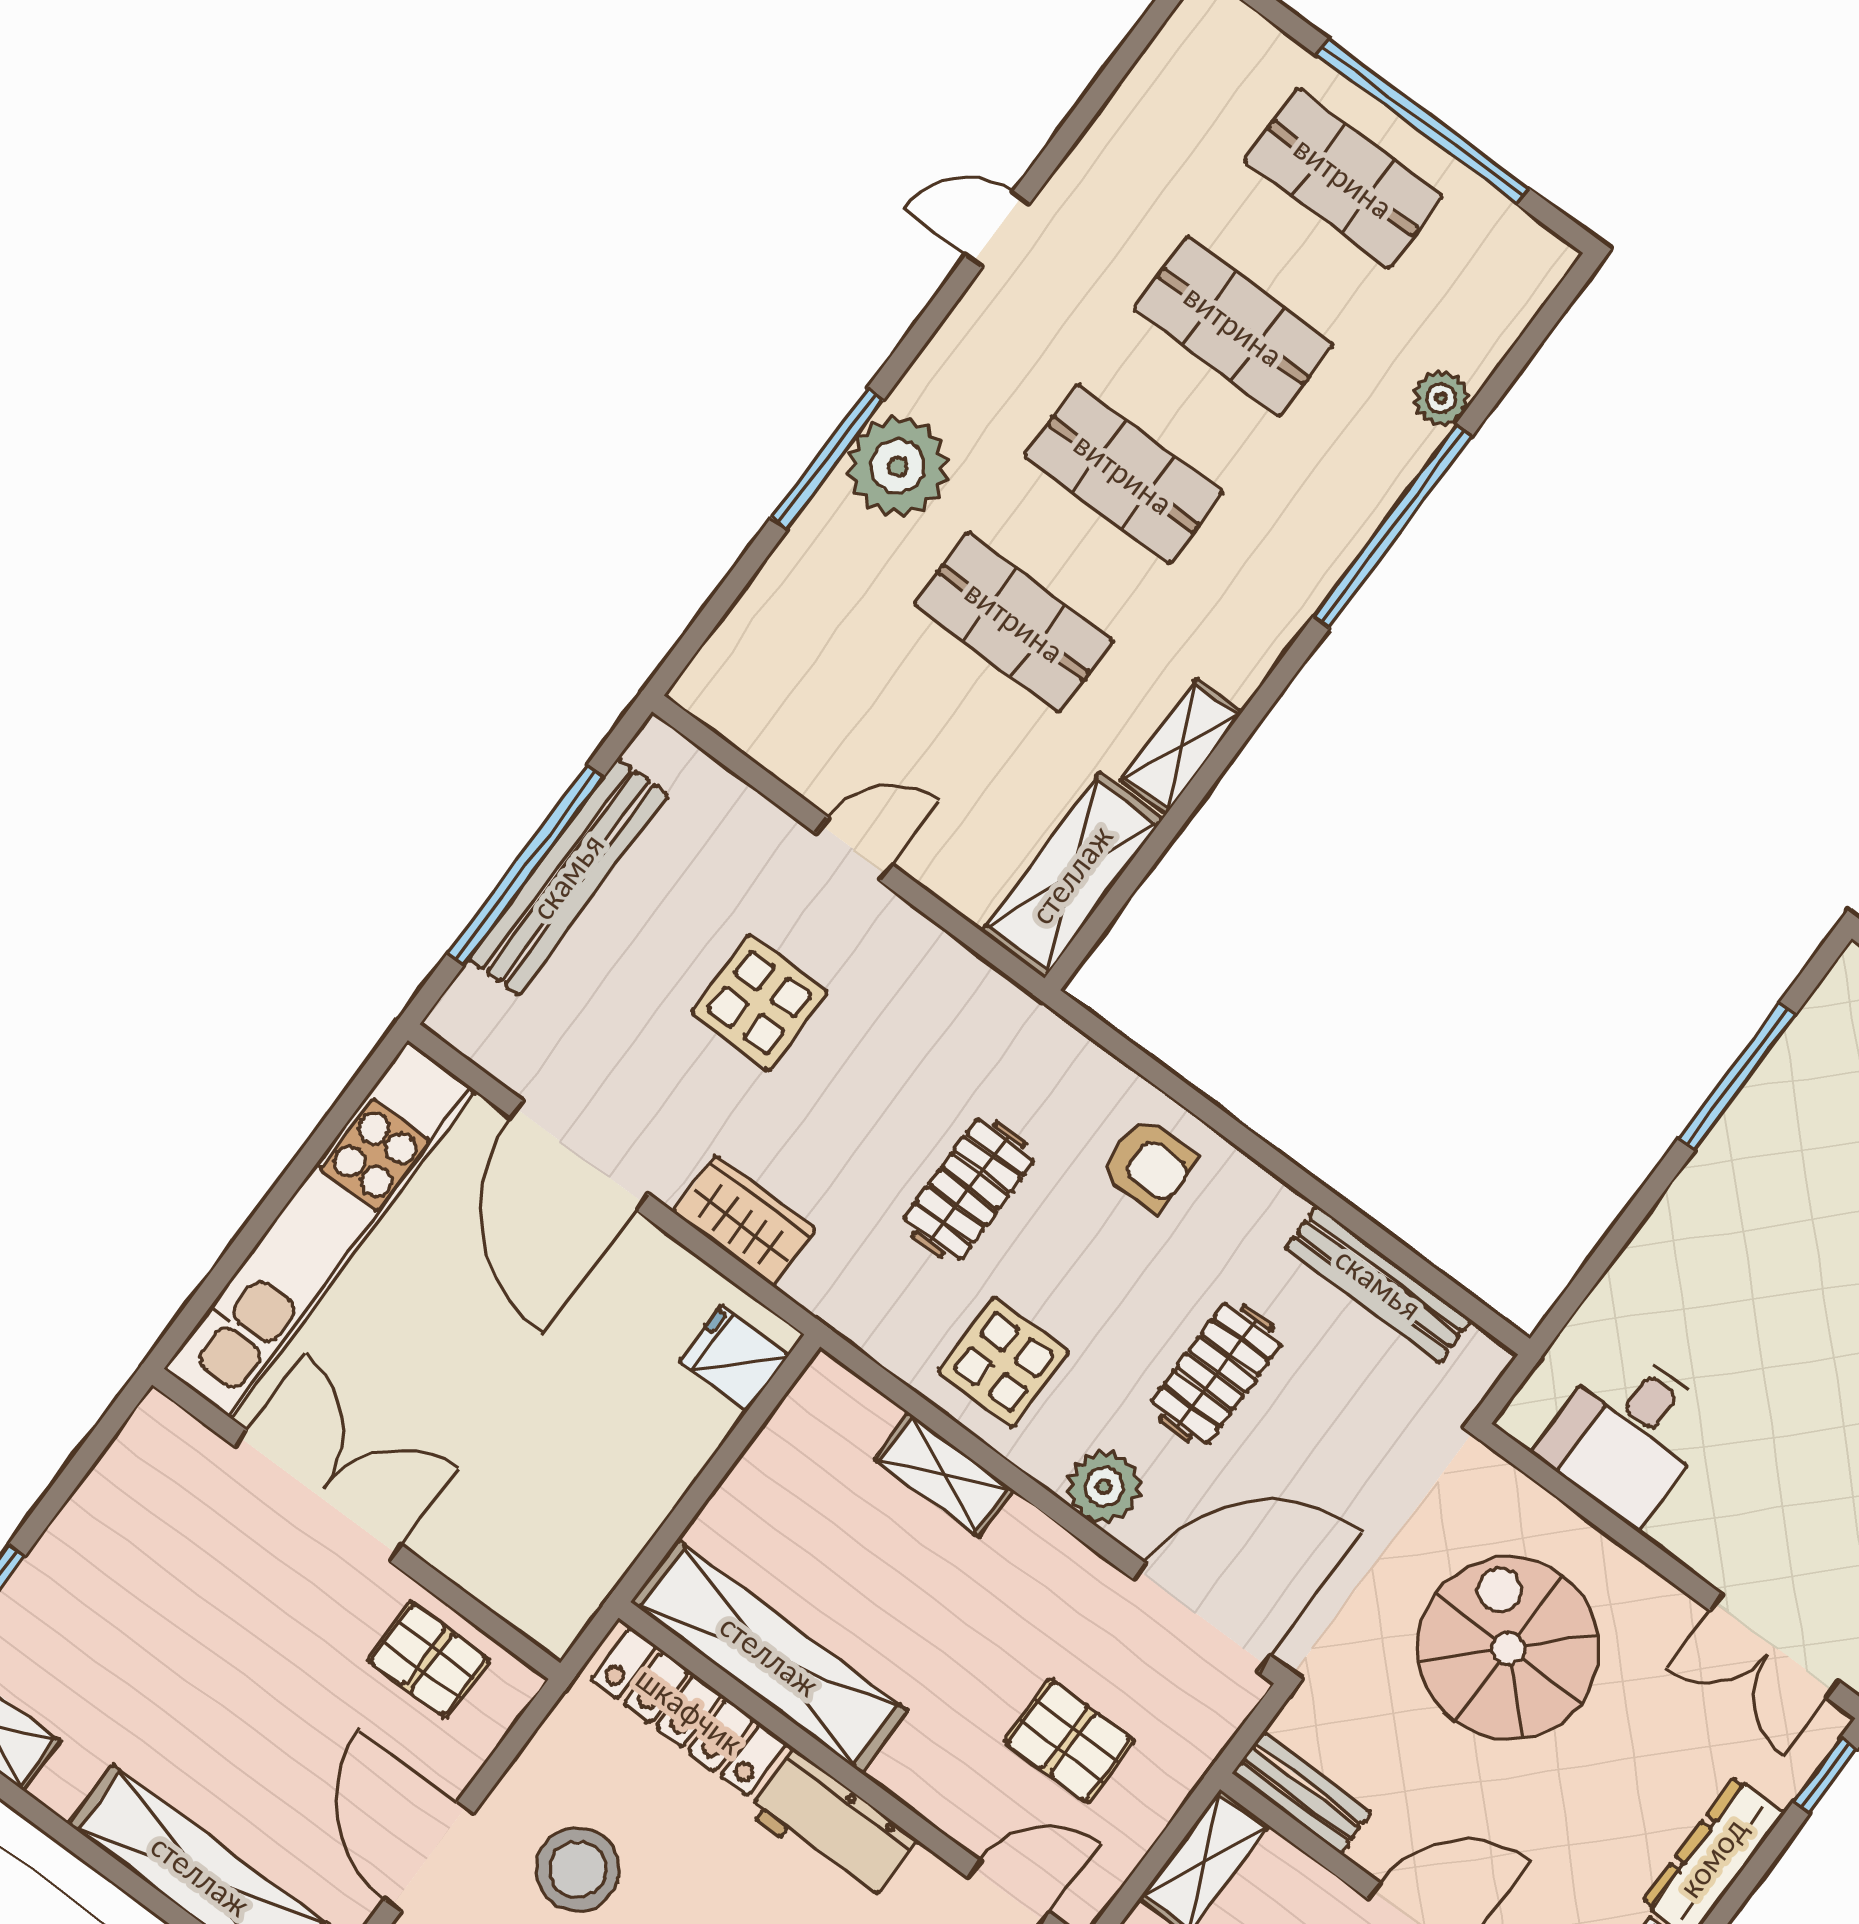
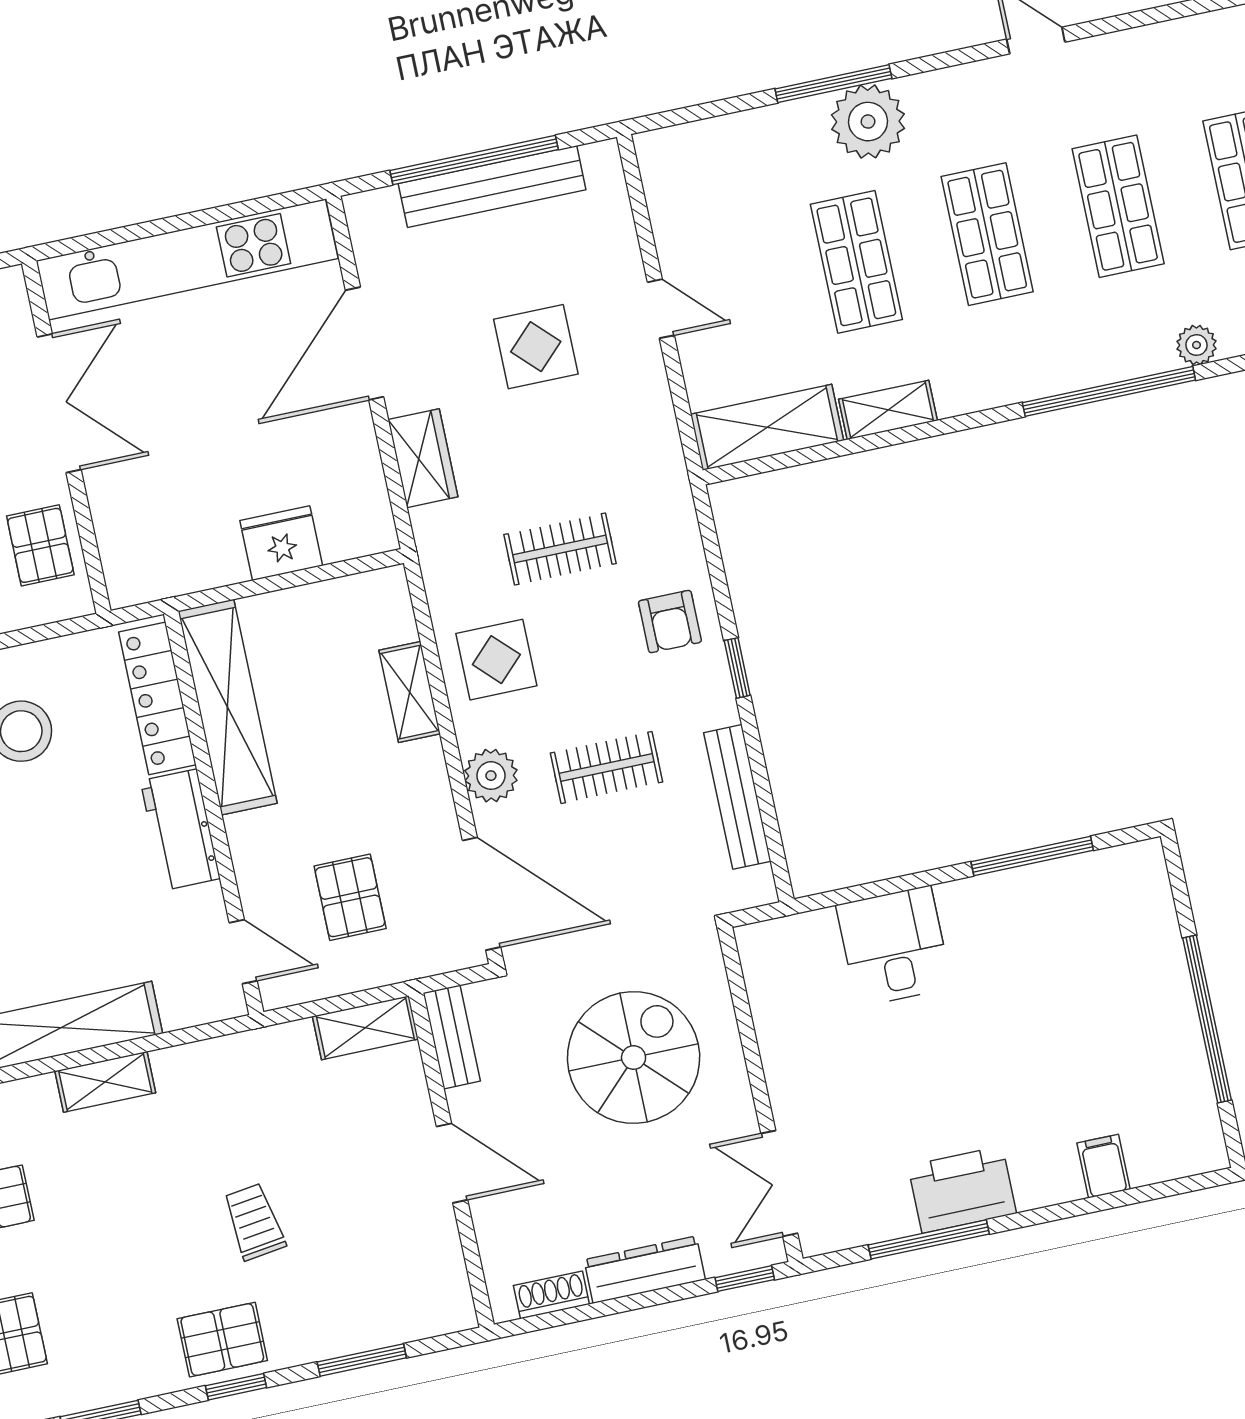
window: (1261, 1151) -> (737, 668), added
fridge: (734, 1358) -> (281, 543), moved, width x1.38
desk: (1627, 1434) -> (894, 946), moved, turned 90

